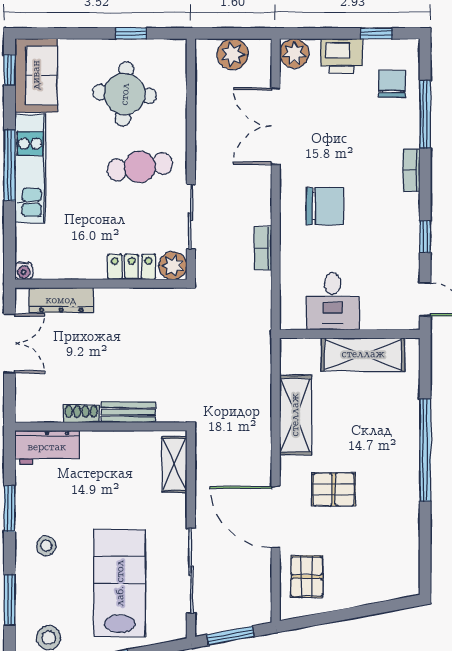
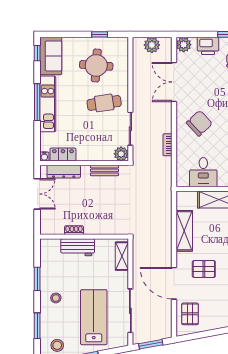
chair: (325, 206) -> (199, 123), turned -43
locker: (132, 267) -> (63, 154), moved
bench: (129, 412) -> (105, 170), moved
workbench: (47, 447) -> (78, 247), moved

